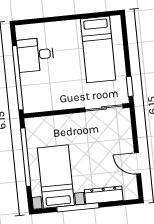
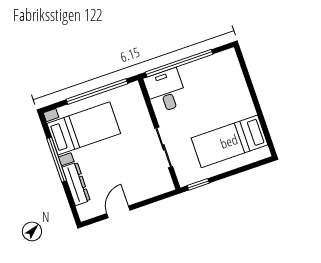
desk: (35, 55) -> (166, 91), moved
sliding door: (104, 108) -> (164, 147), moved

